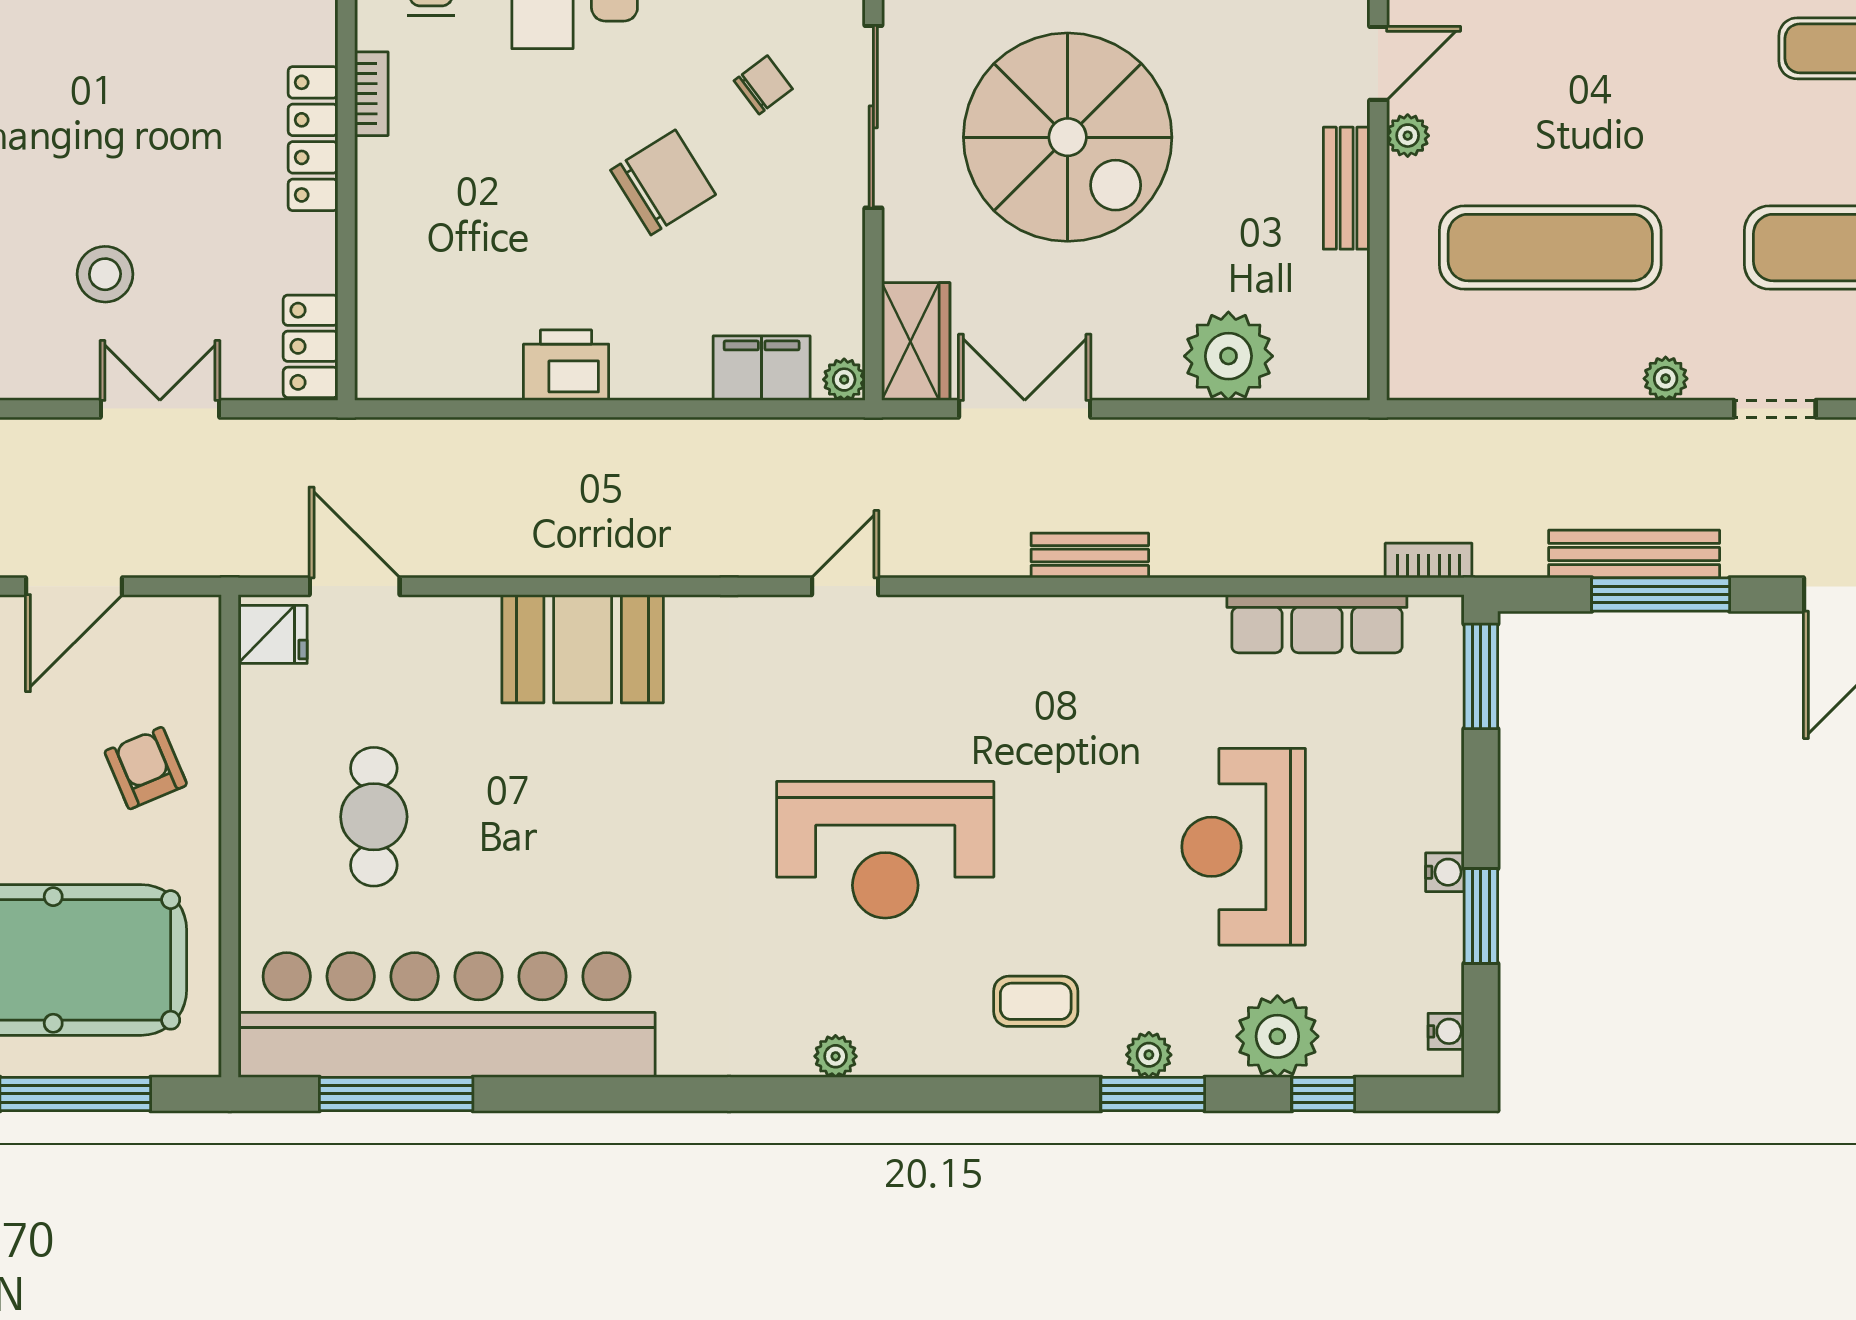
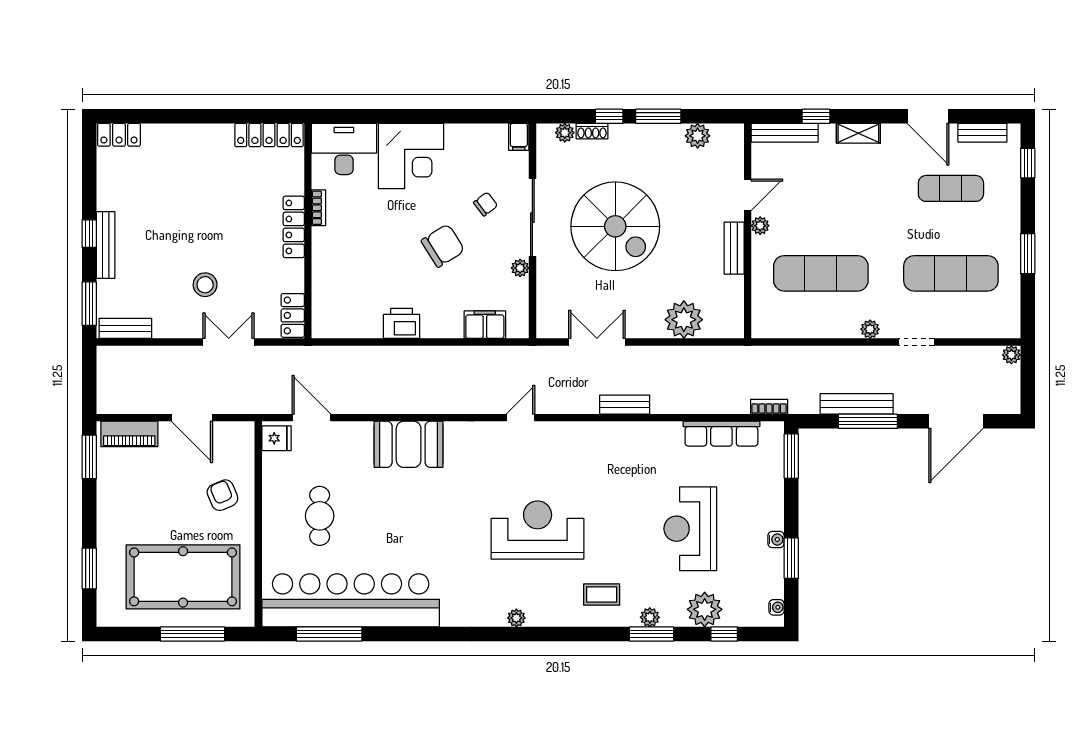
wardrobe: (916, 342) -> (551, 313), removed
plant: (844, 380) -> (520, 268), moved
door: (74, 586) -> (192, 418), hinge flipped
reception desk: (885, 850) -> (538, 530), turned 180

